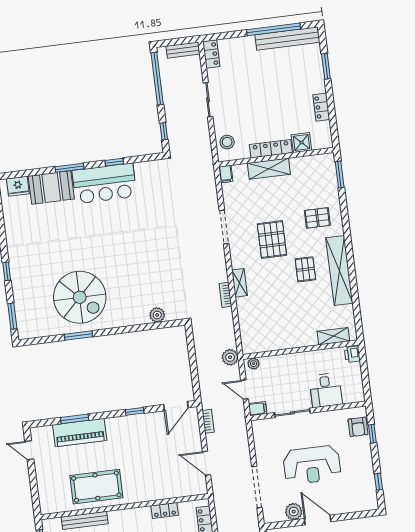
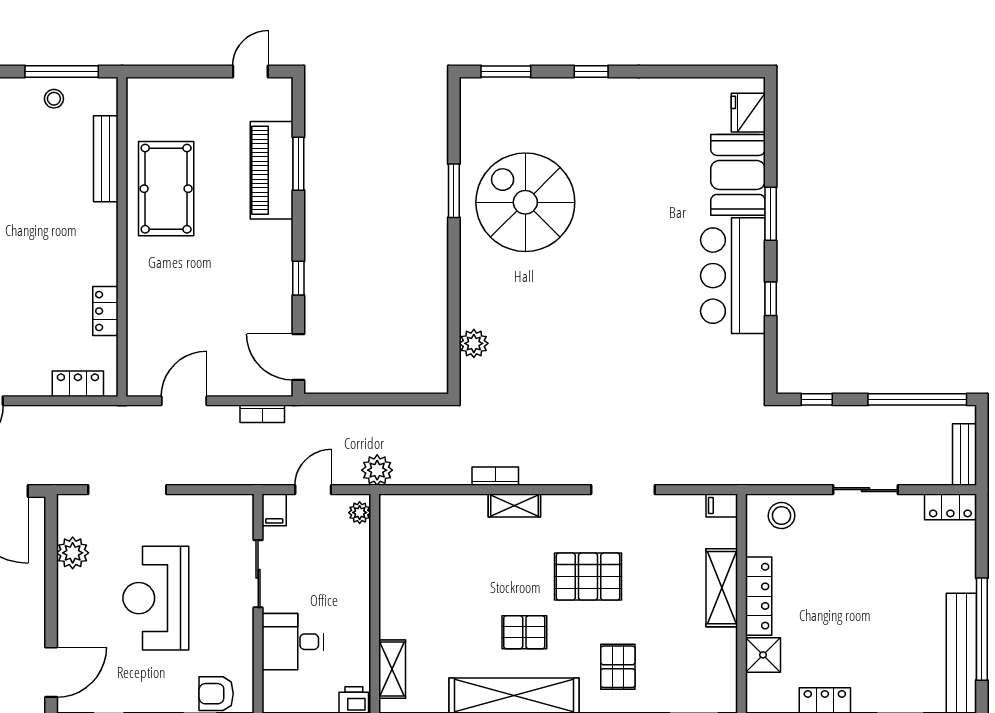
spiral stairs: (80, 297) -> (525, 202), turned 90
door: (318, 520) -> (51, 672), moved

